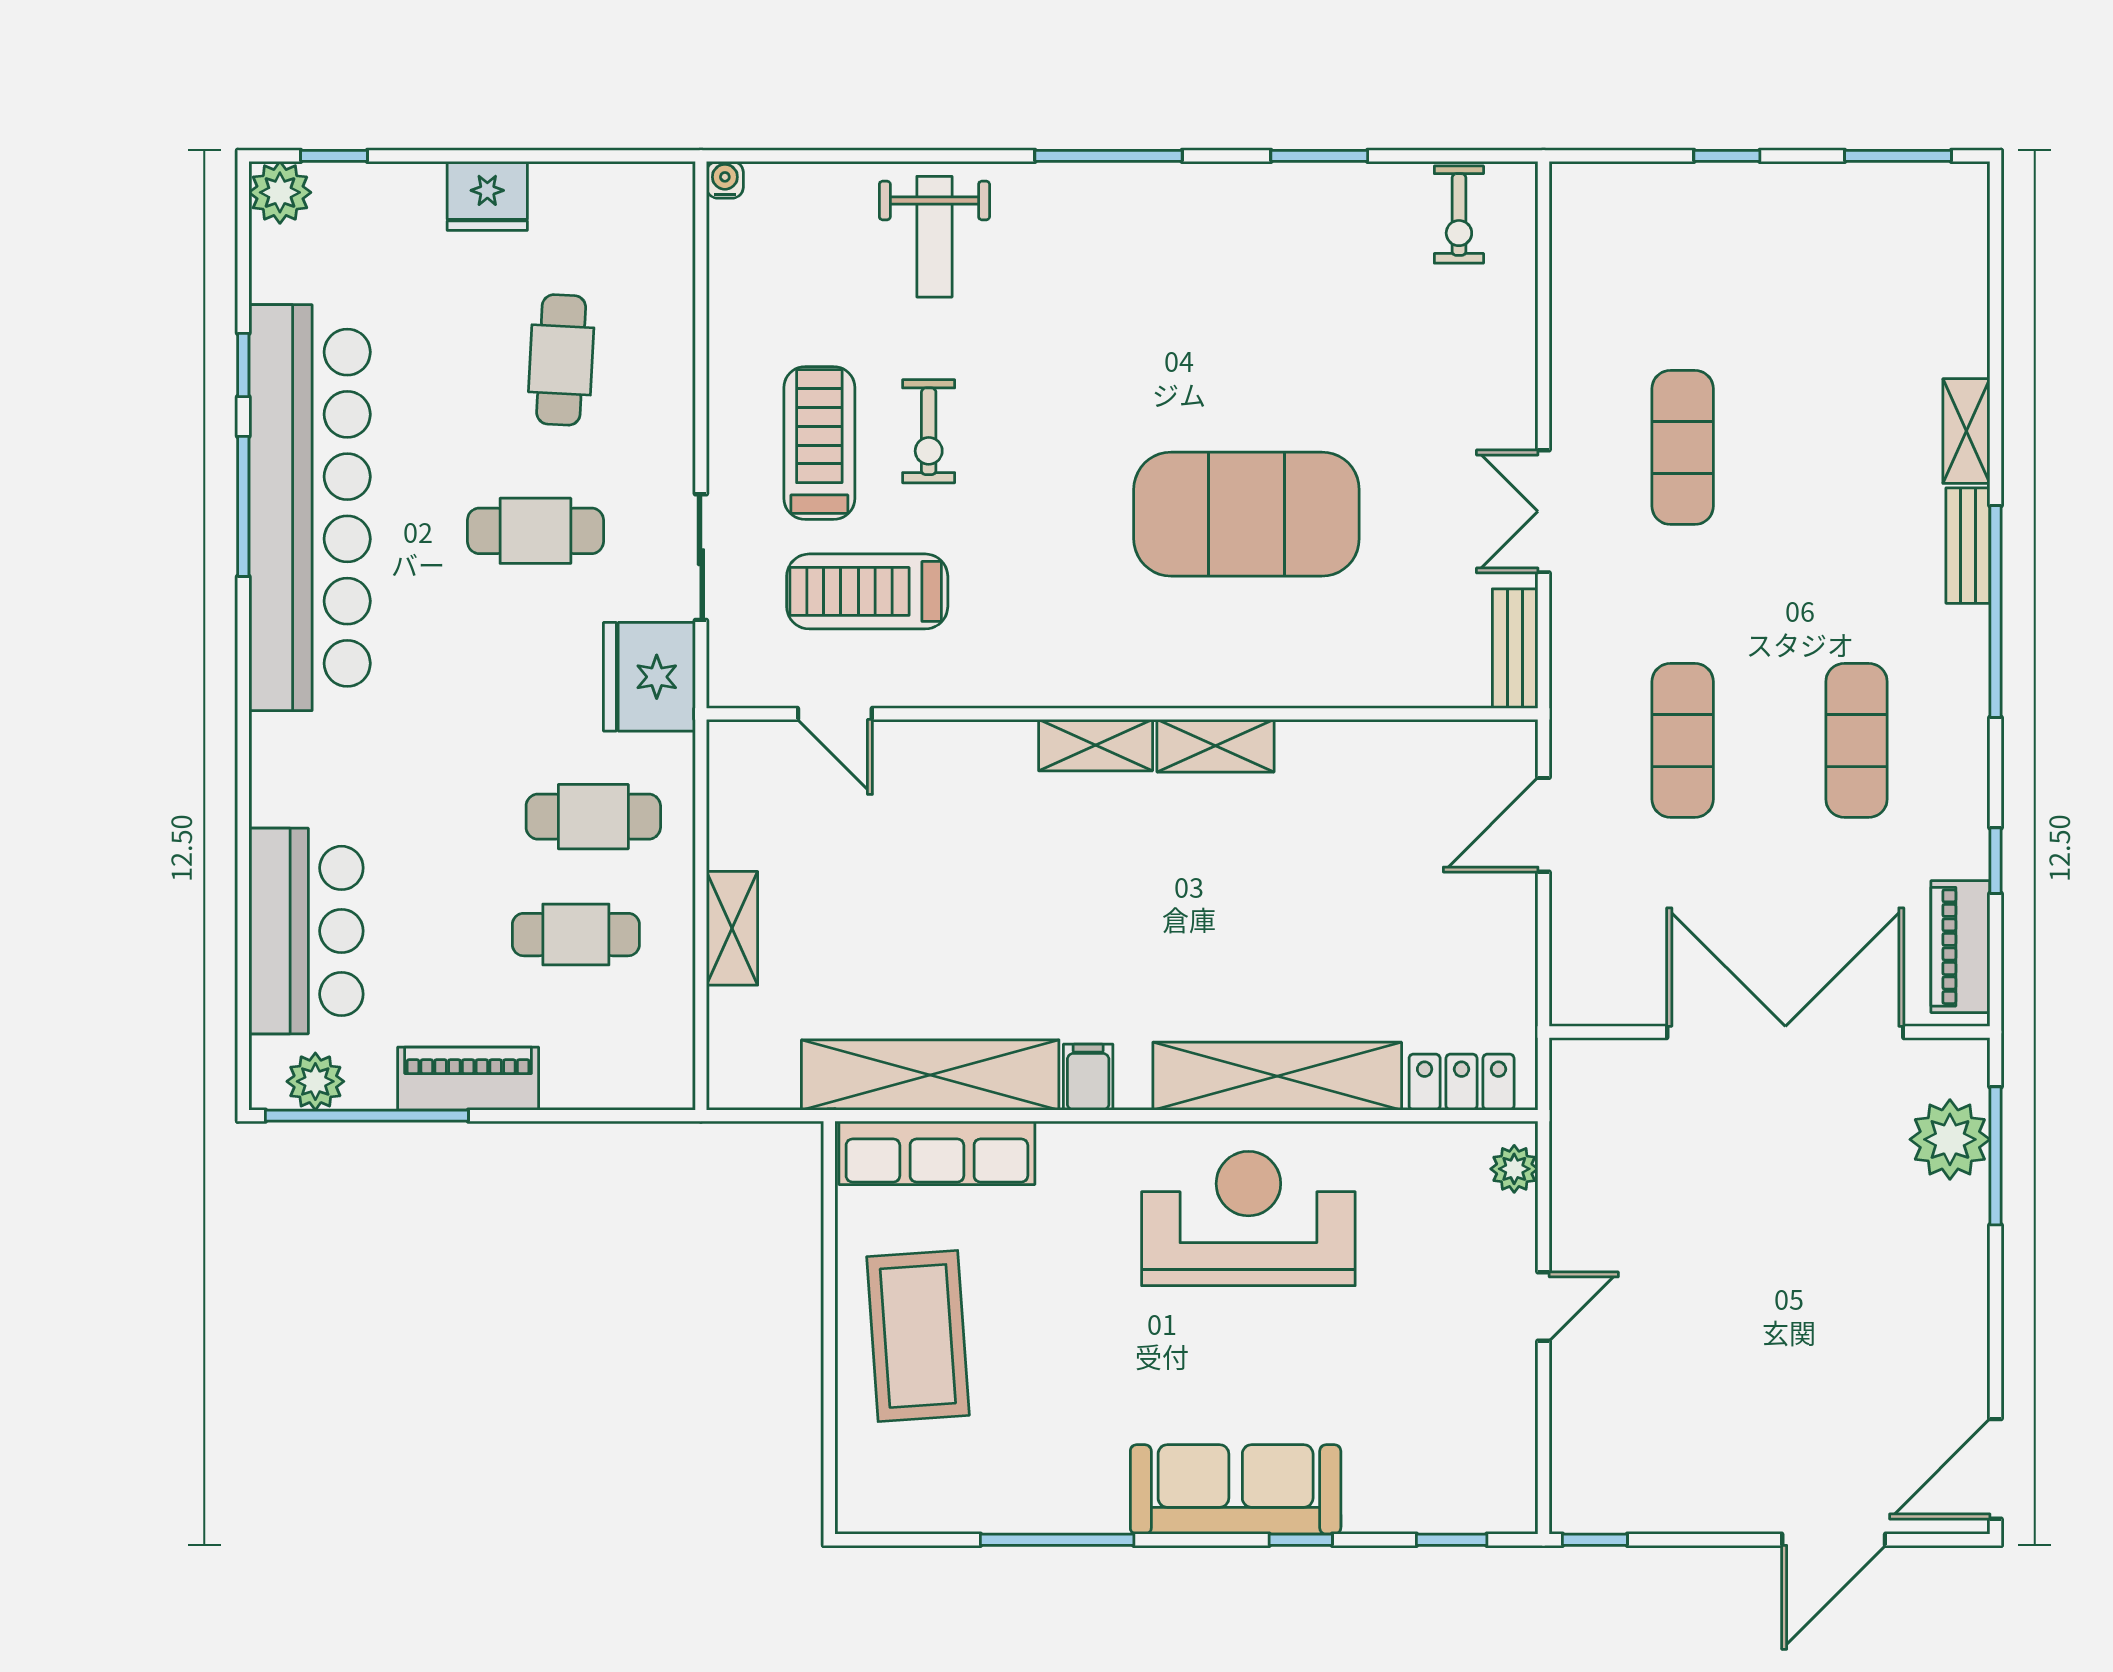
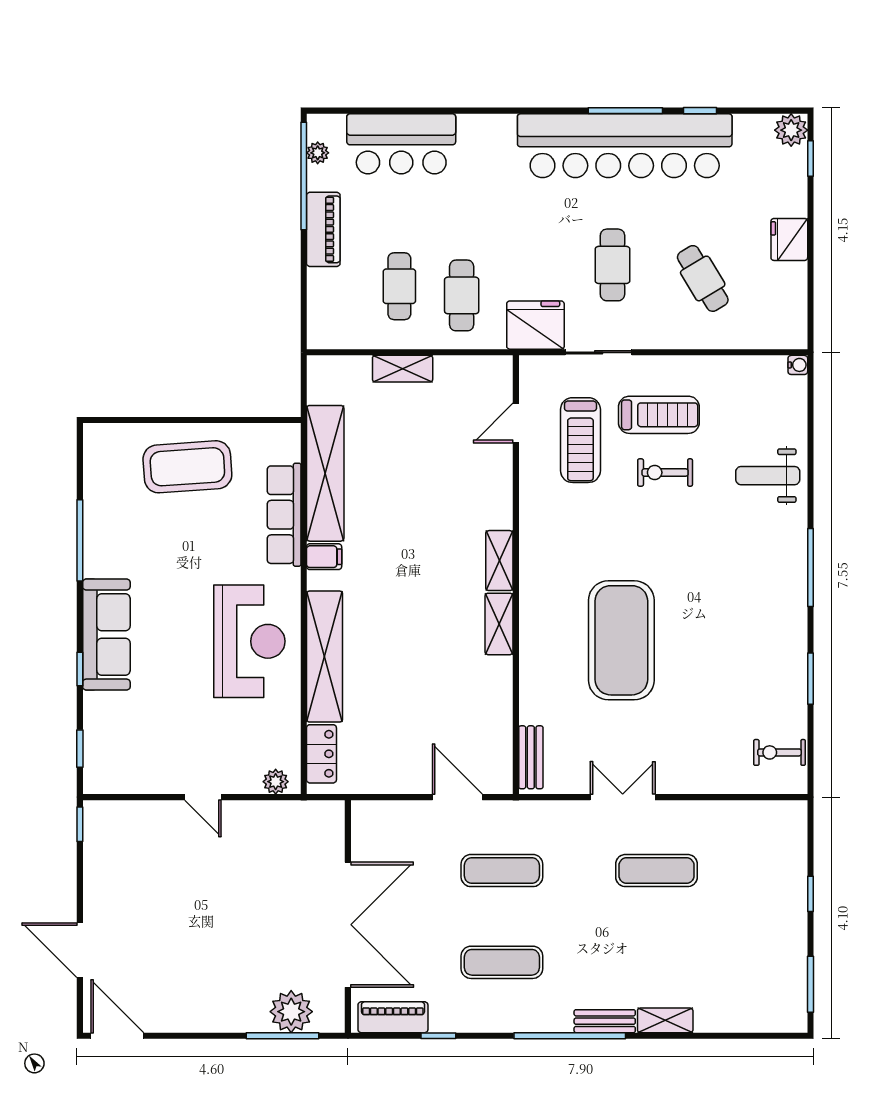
cafe table: (561, 360) -> (703, 278), turned 56
treadmill: (867, 591) -> (580, 440), turned 180
bench: (1515, 649) -> (531, 757), moved, turned 90
plant: (315, 1081) -> (318, 153), width x0.73, depth x0.73
row of seats: (937, 1153) -> (284, 515), moved

